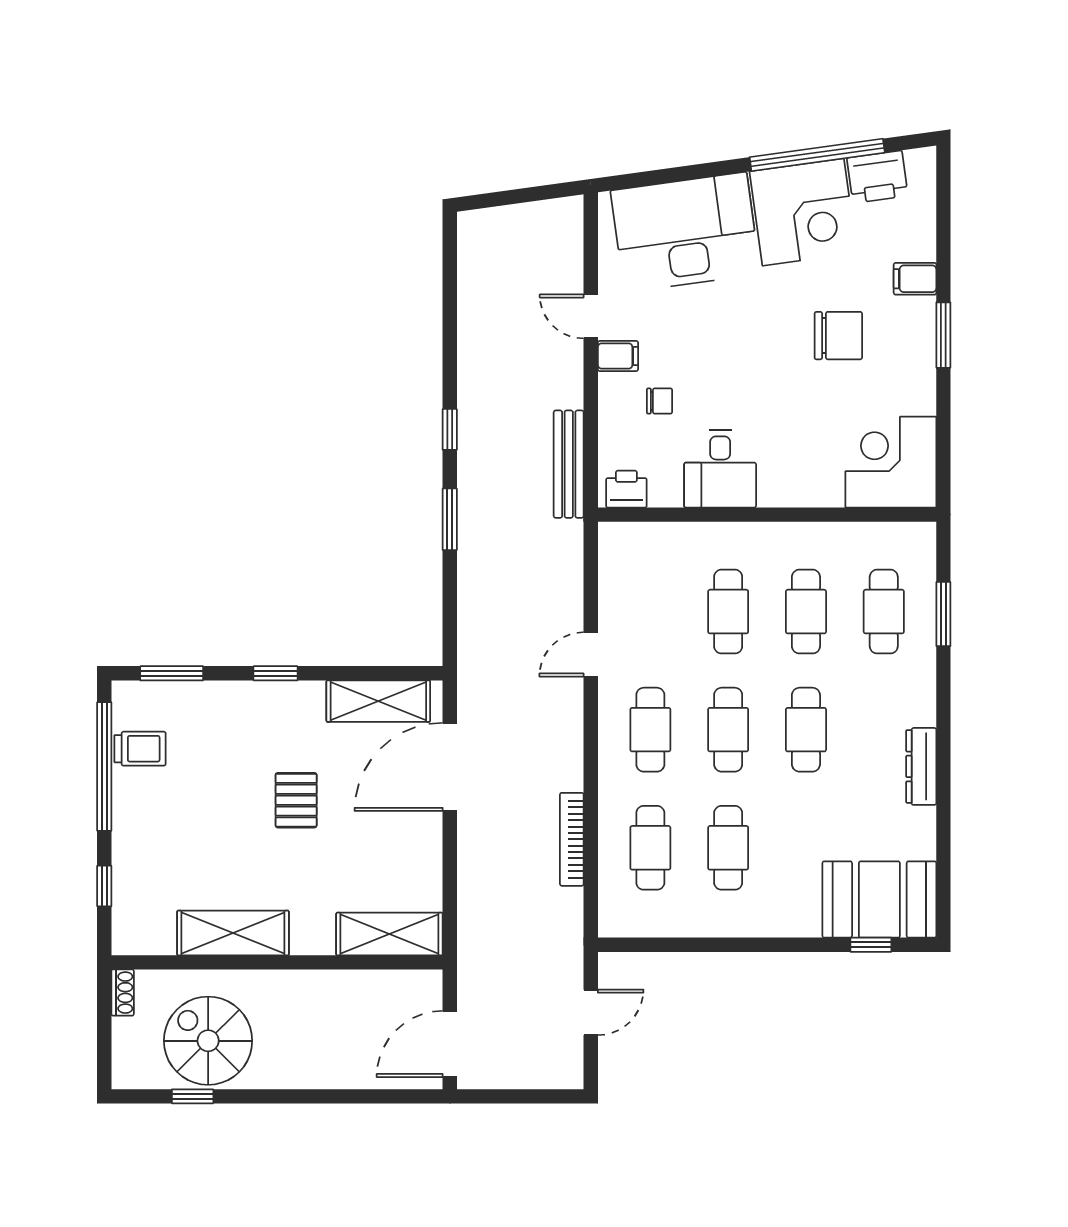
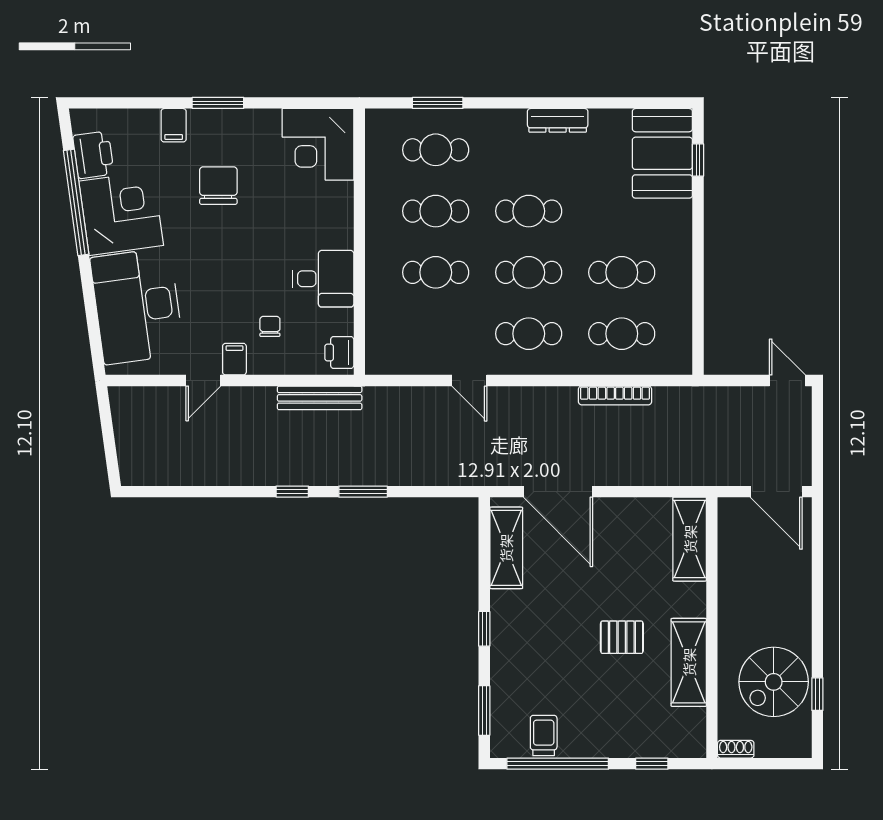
pallet: (296, 800) -> (622, 637), moved
door: (591, 1012) -> (787, 381), moved

